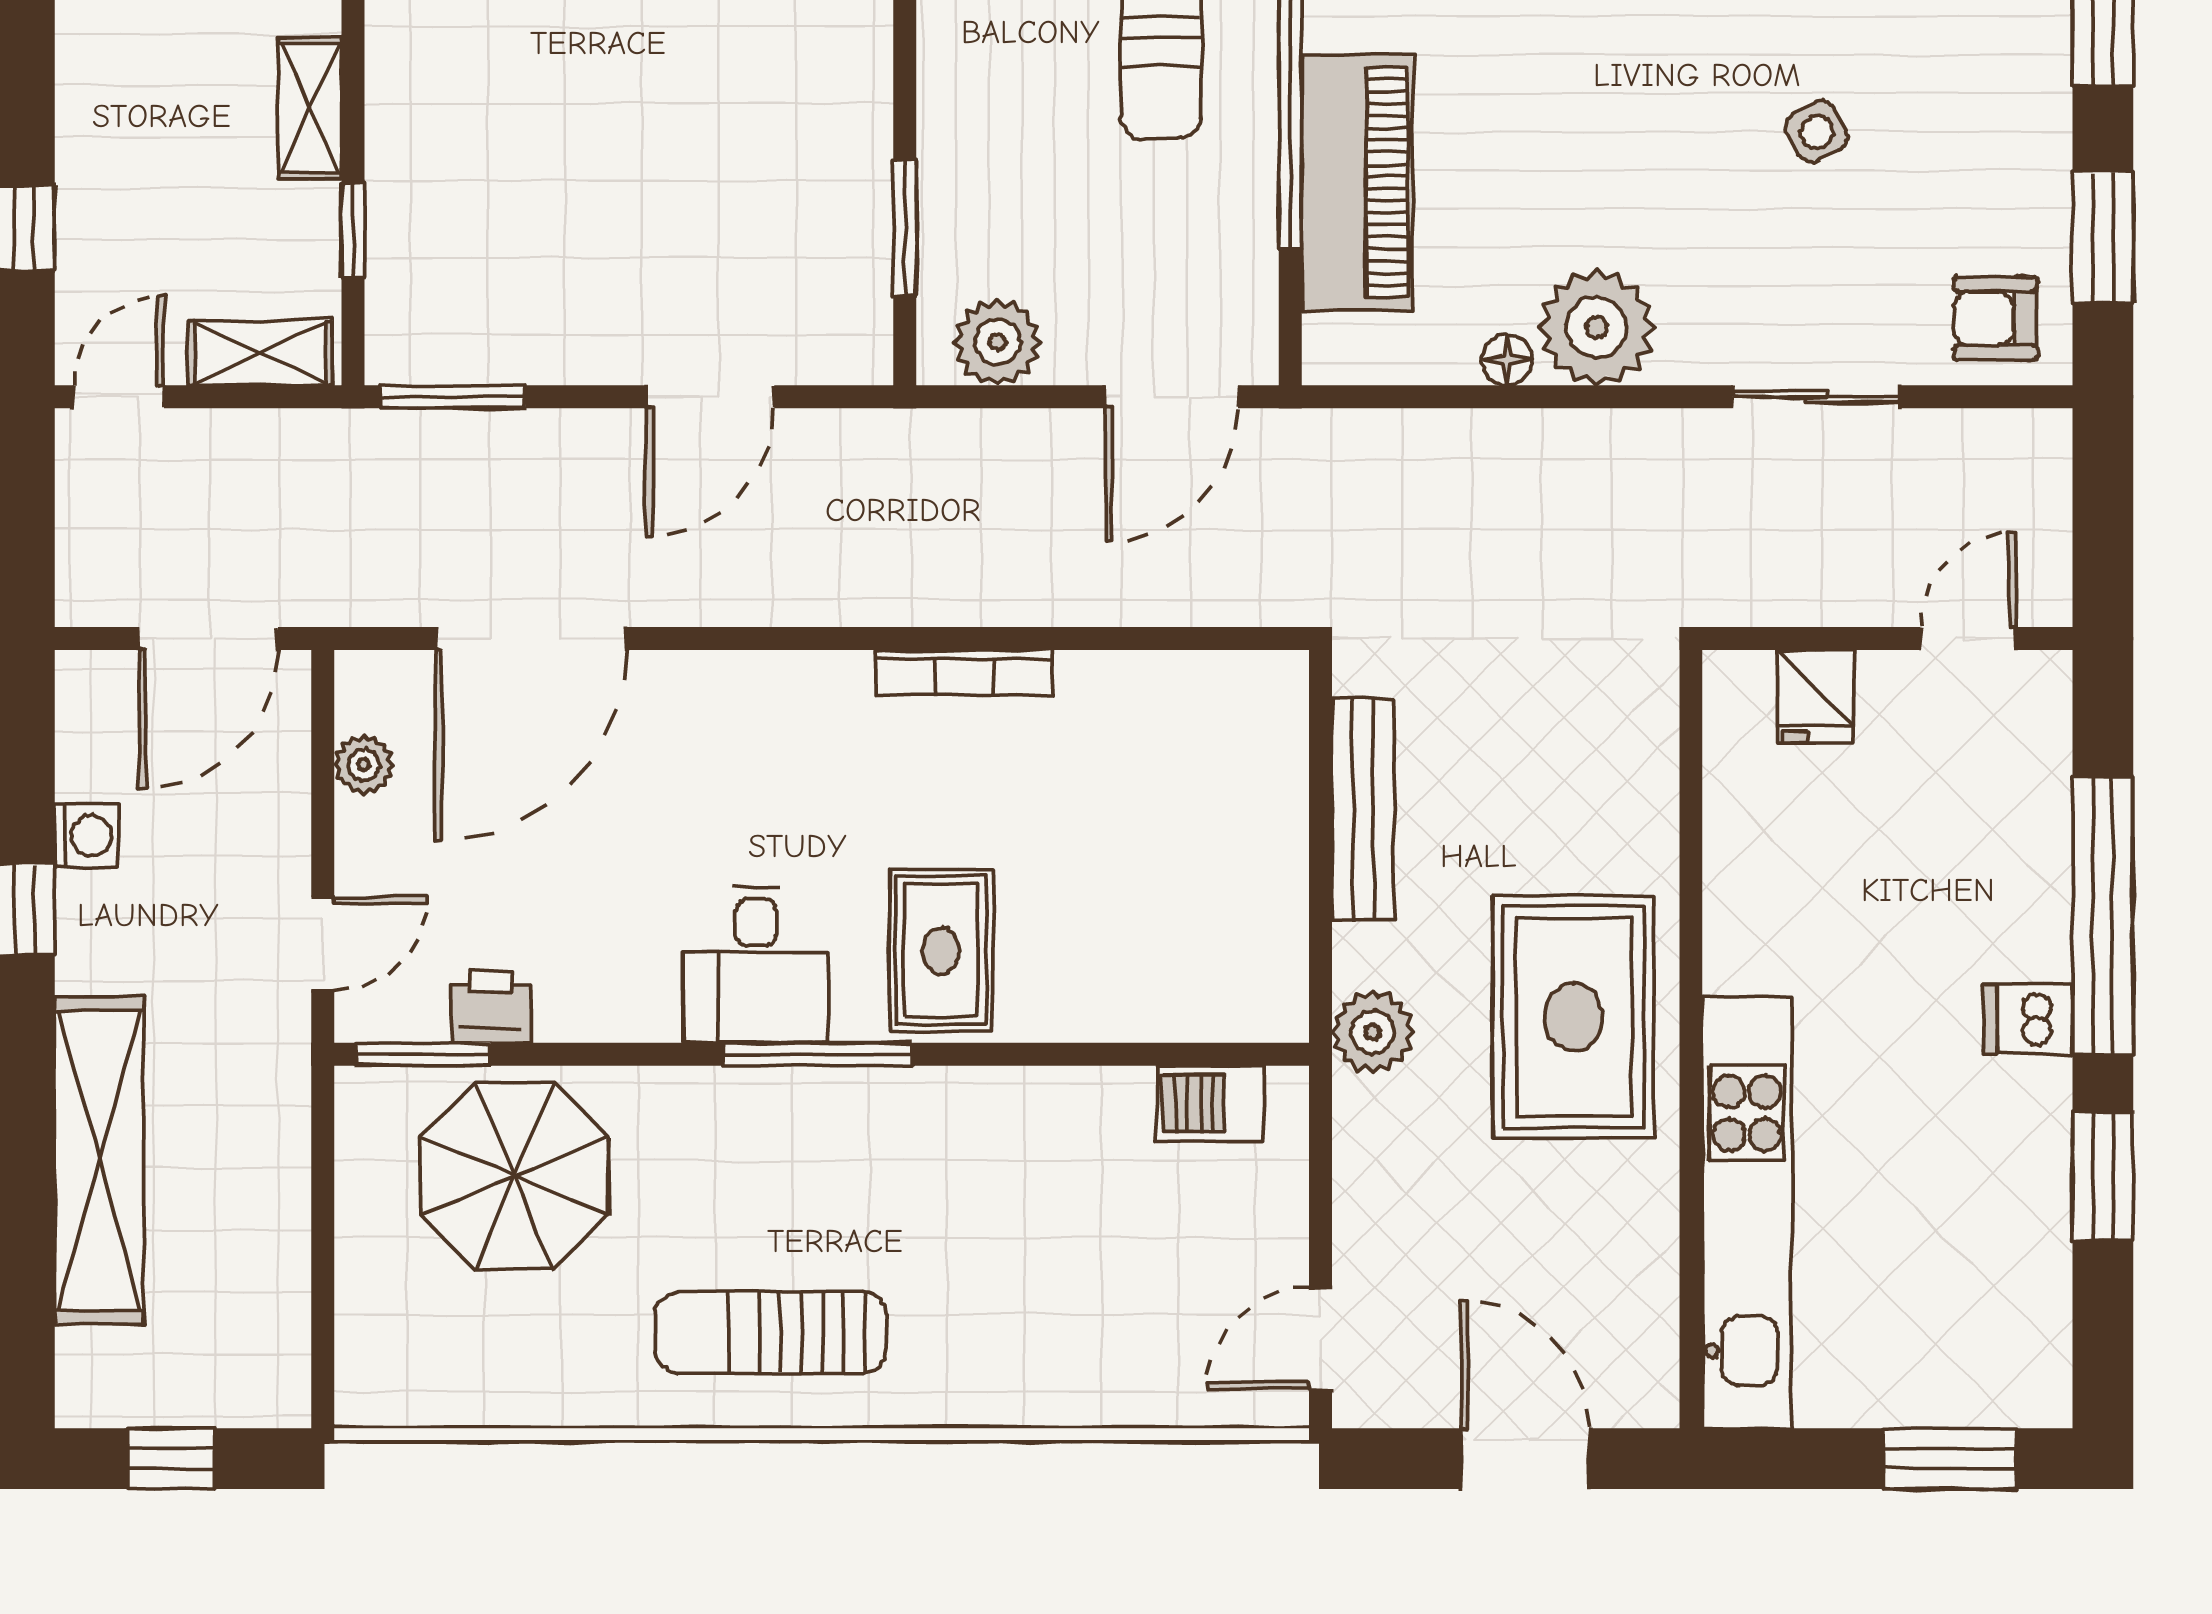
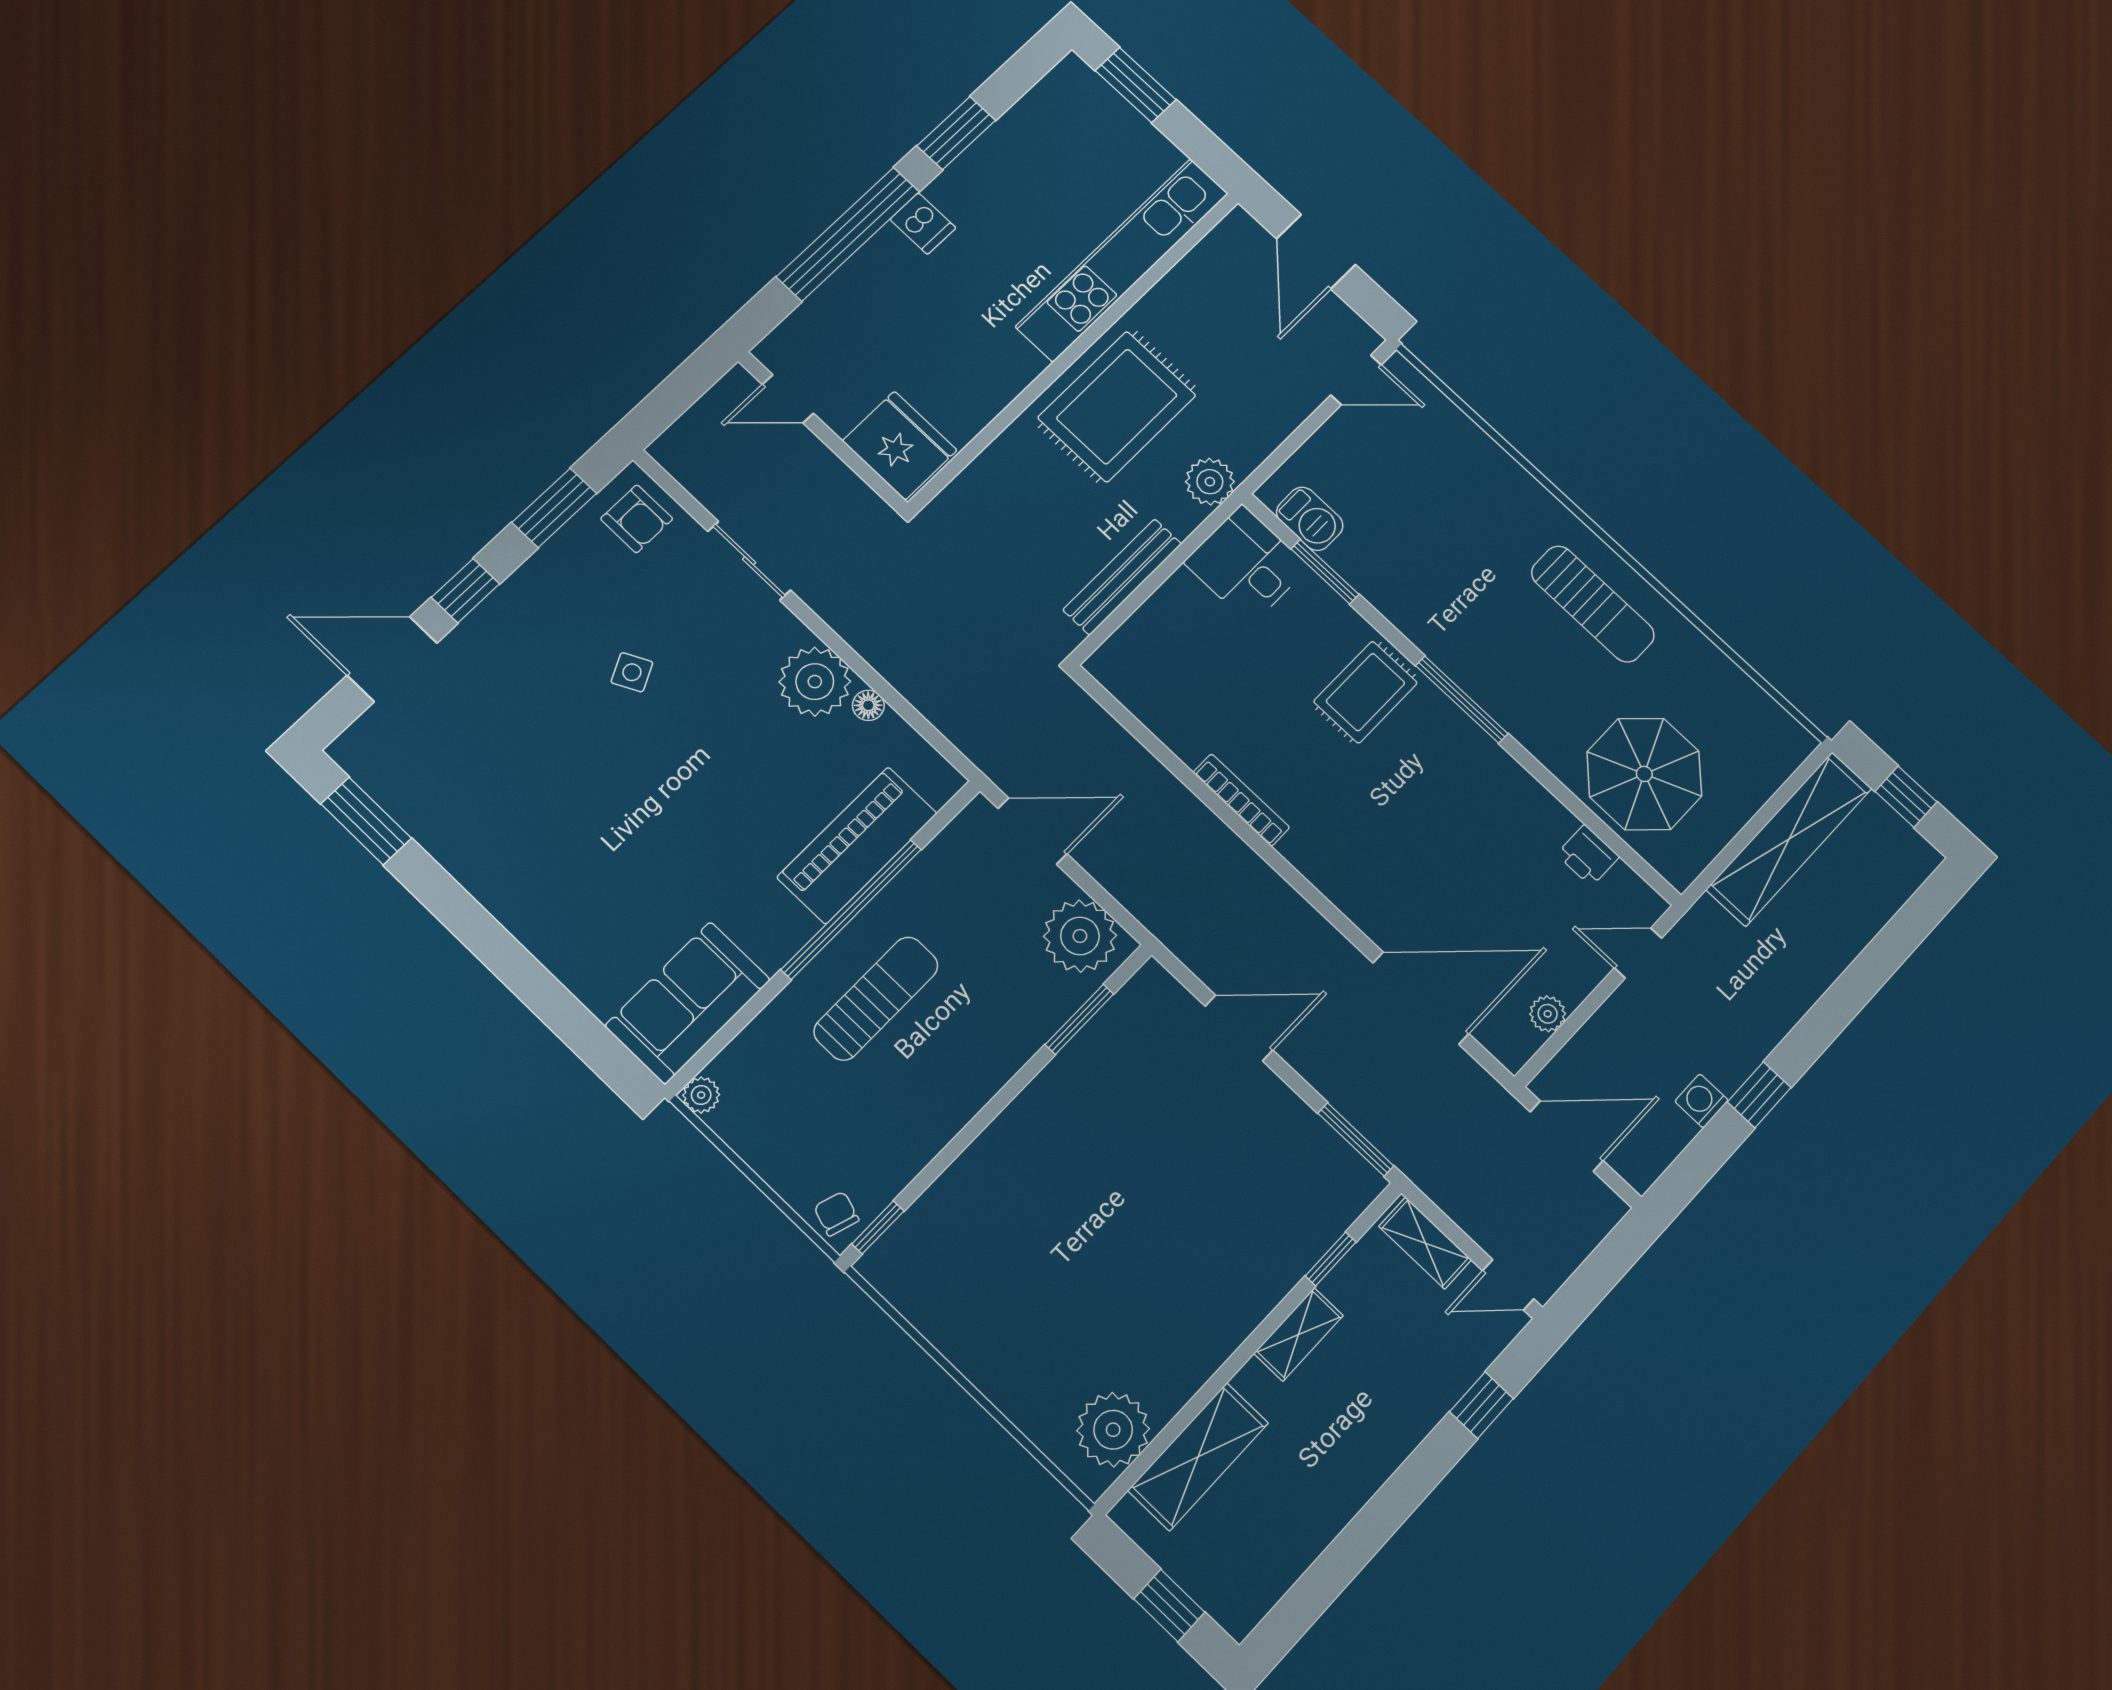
plant: (997, 342) -> (1080, 936), width x1.36, depth x1.36
fridge: (1815, 696) -> (900, 445), width x1.88, depth x1.34
desk: (756, 965) -> (1246, 565), moved, turned -90
window: (423, 1054) -> (1325, 572), moved
shelving: (99, 1160) -> (1789, 839), moved

